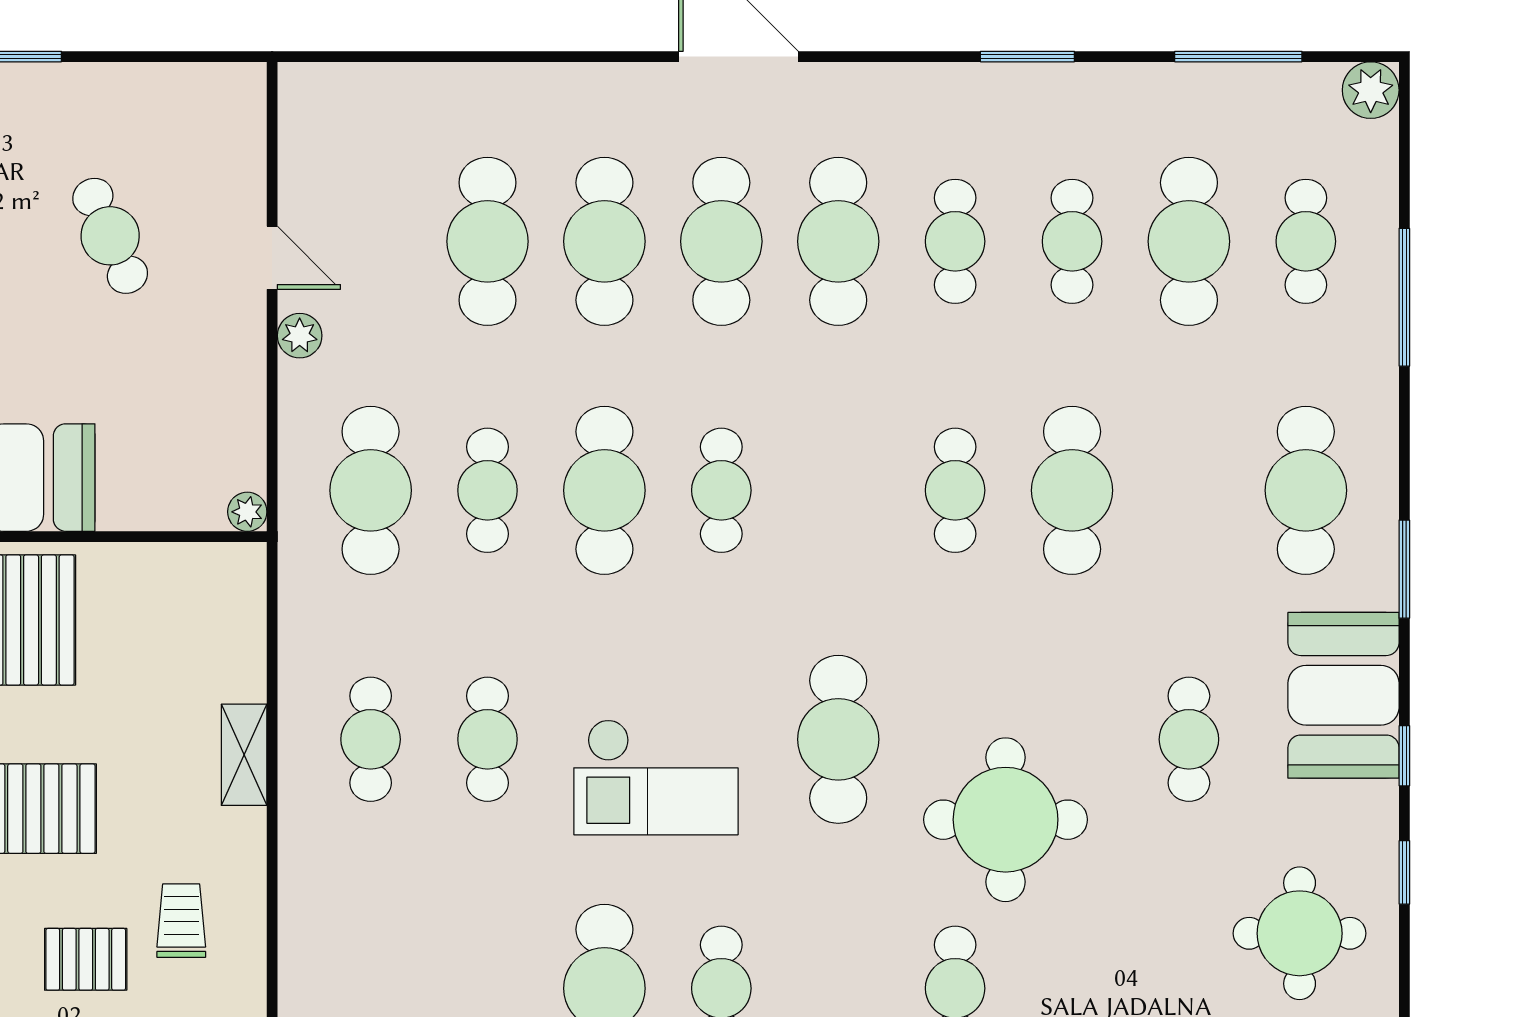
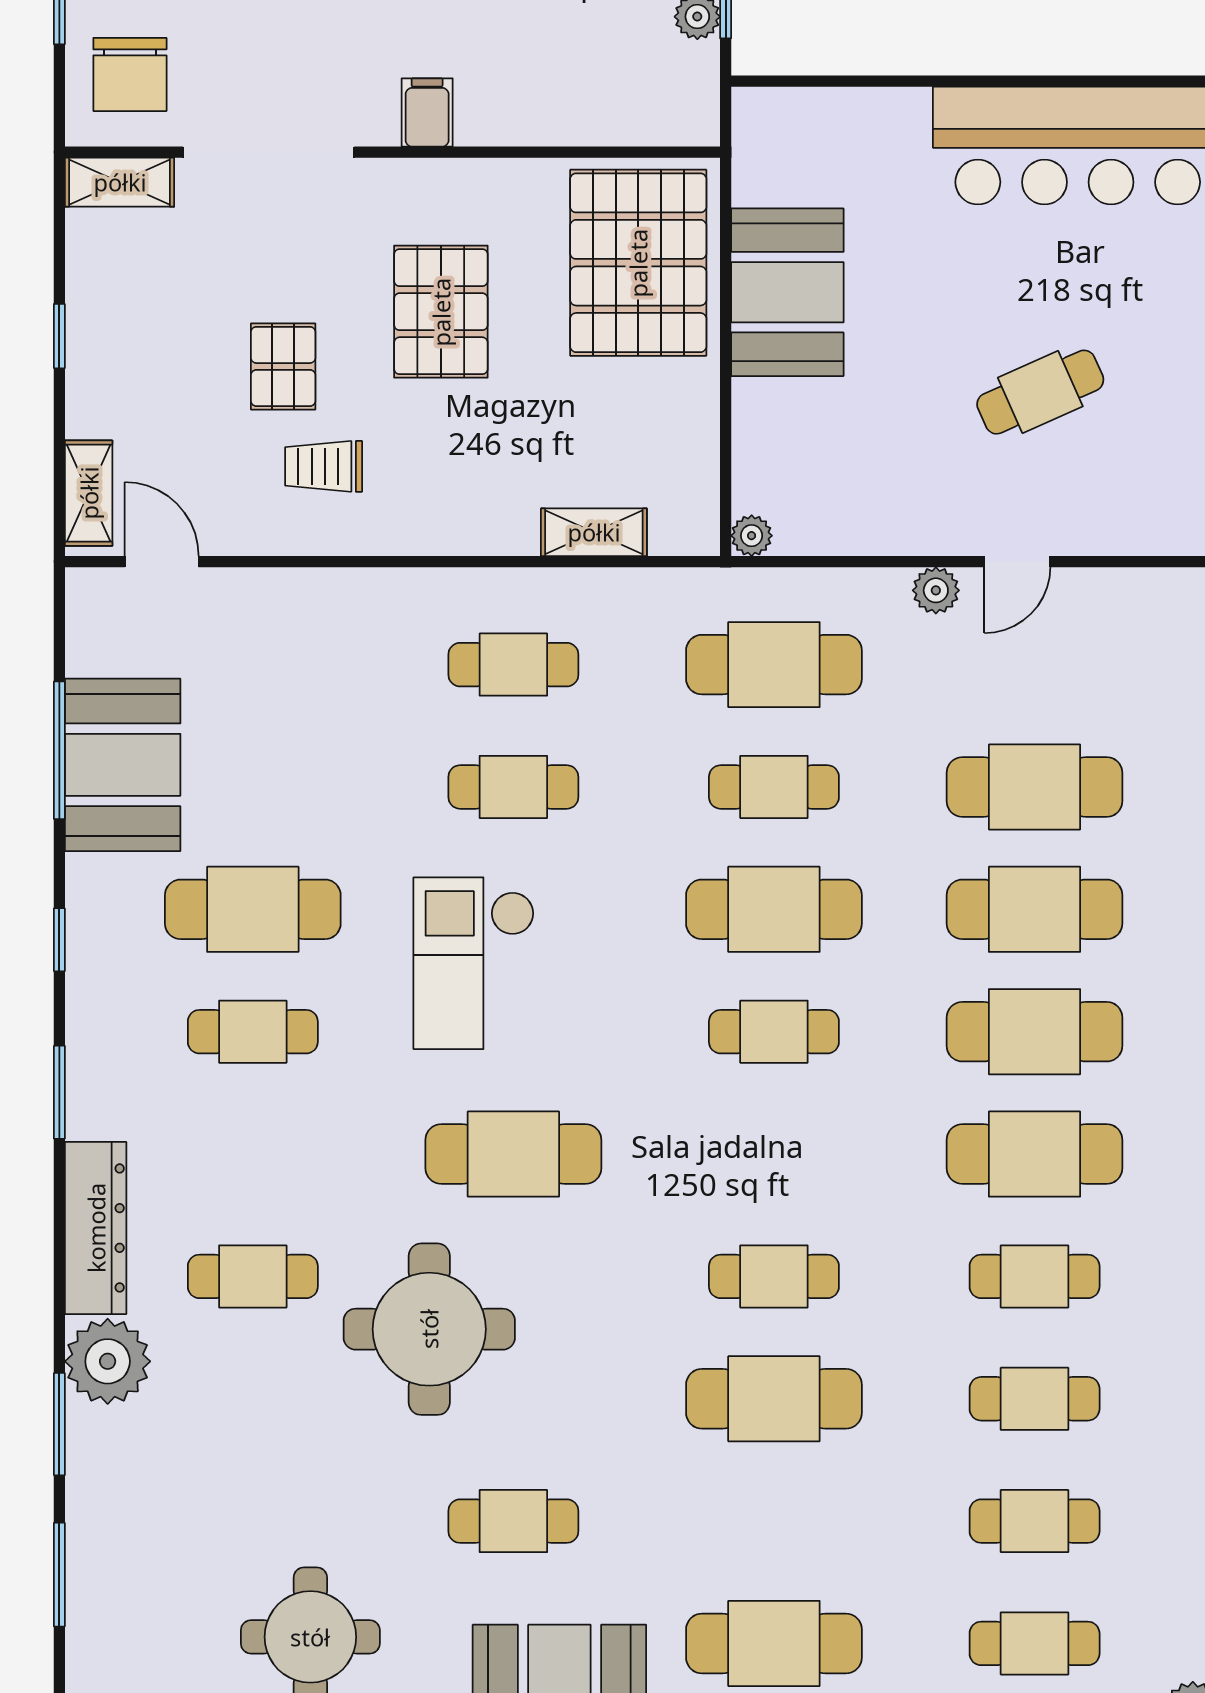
cafe table: (1189, 241) -> (1035, 1521), width x0.73, depth x0.74
shelving: (244, 755) -> (594, 532), moved
trolley: (181, 921) -> (324, 466), turned 180

